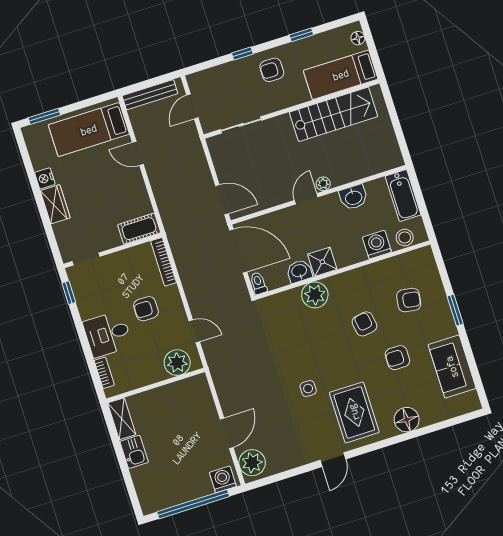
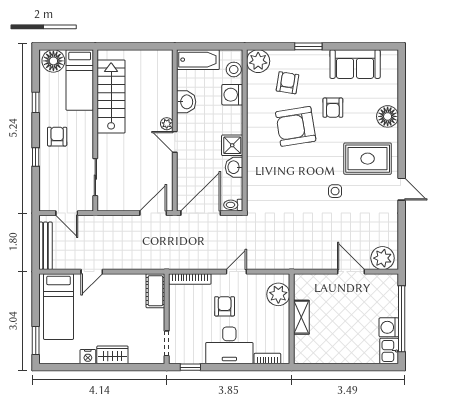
floor lamp: (358, 38) -> (53, 61), width x1.89, depth x1.89
armchair: (272, 70) -> (57, 137), turned 180
plant: (315, 295) -> (258, 61), moved
armchair: (146, 309) -> (225, 306), turned 180
armchair: (364, 324) -> (296, 126), width x1.88, depth x1.88
door: (194, 331) -> (236, 272), moved
desk: (108, 334) -> (229, 345), width x1.37
shelving: (122, 419) -> (301, 317), moved, turned 90
kitchen sink: (134, 452) -> (389, 351), moved, turned -90
washing machine: (223, 479) -> (389, 327), moved

